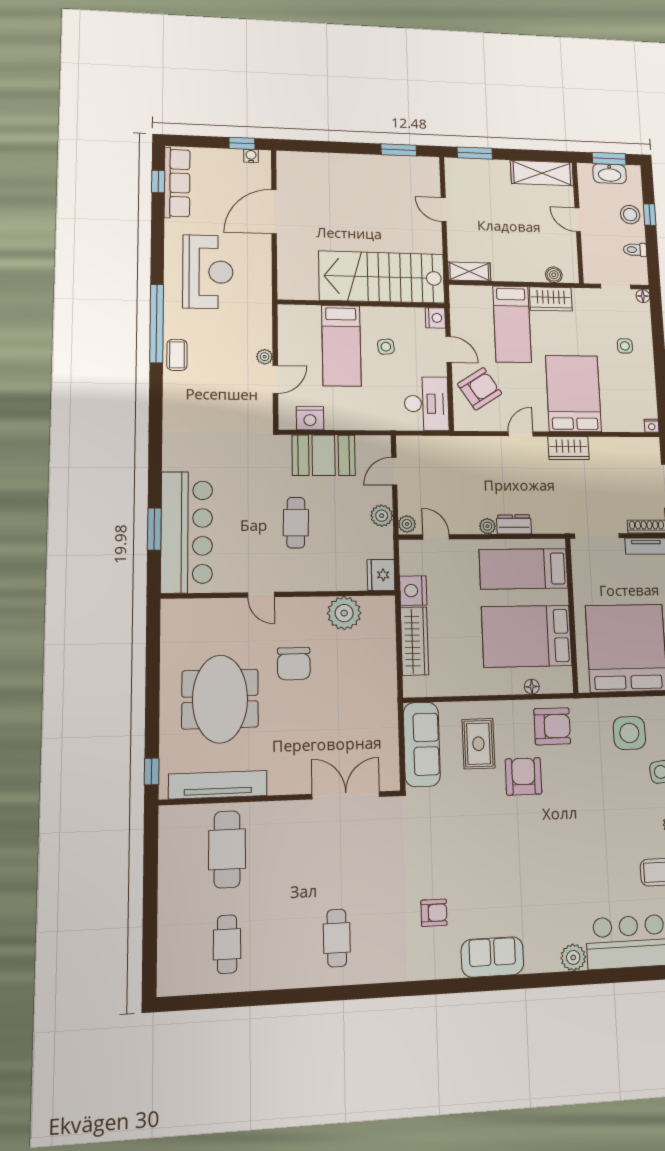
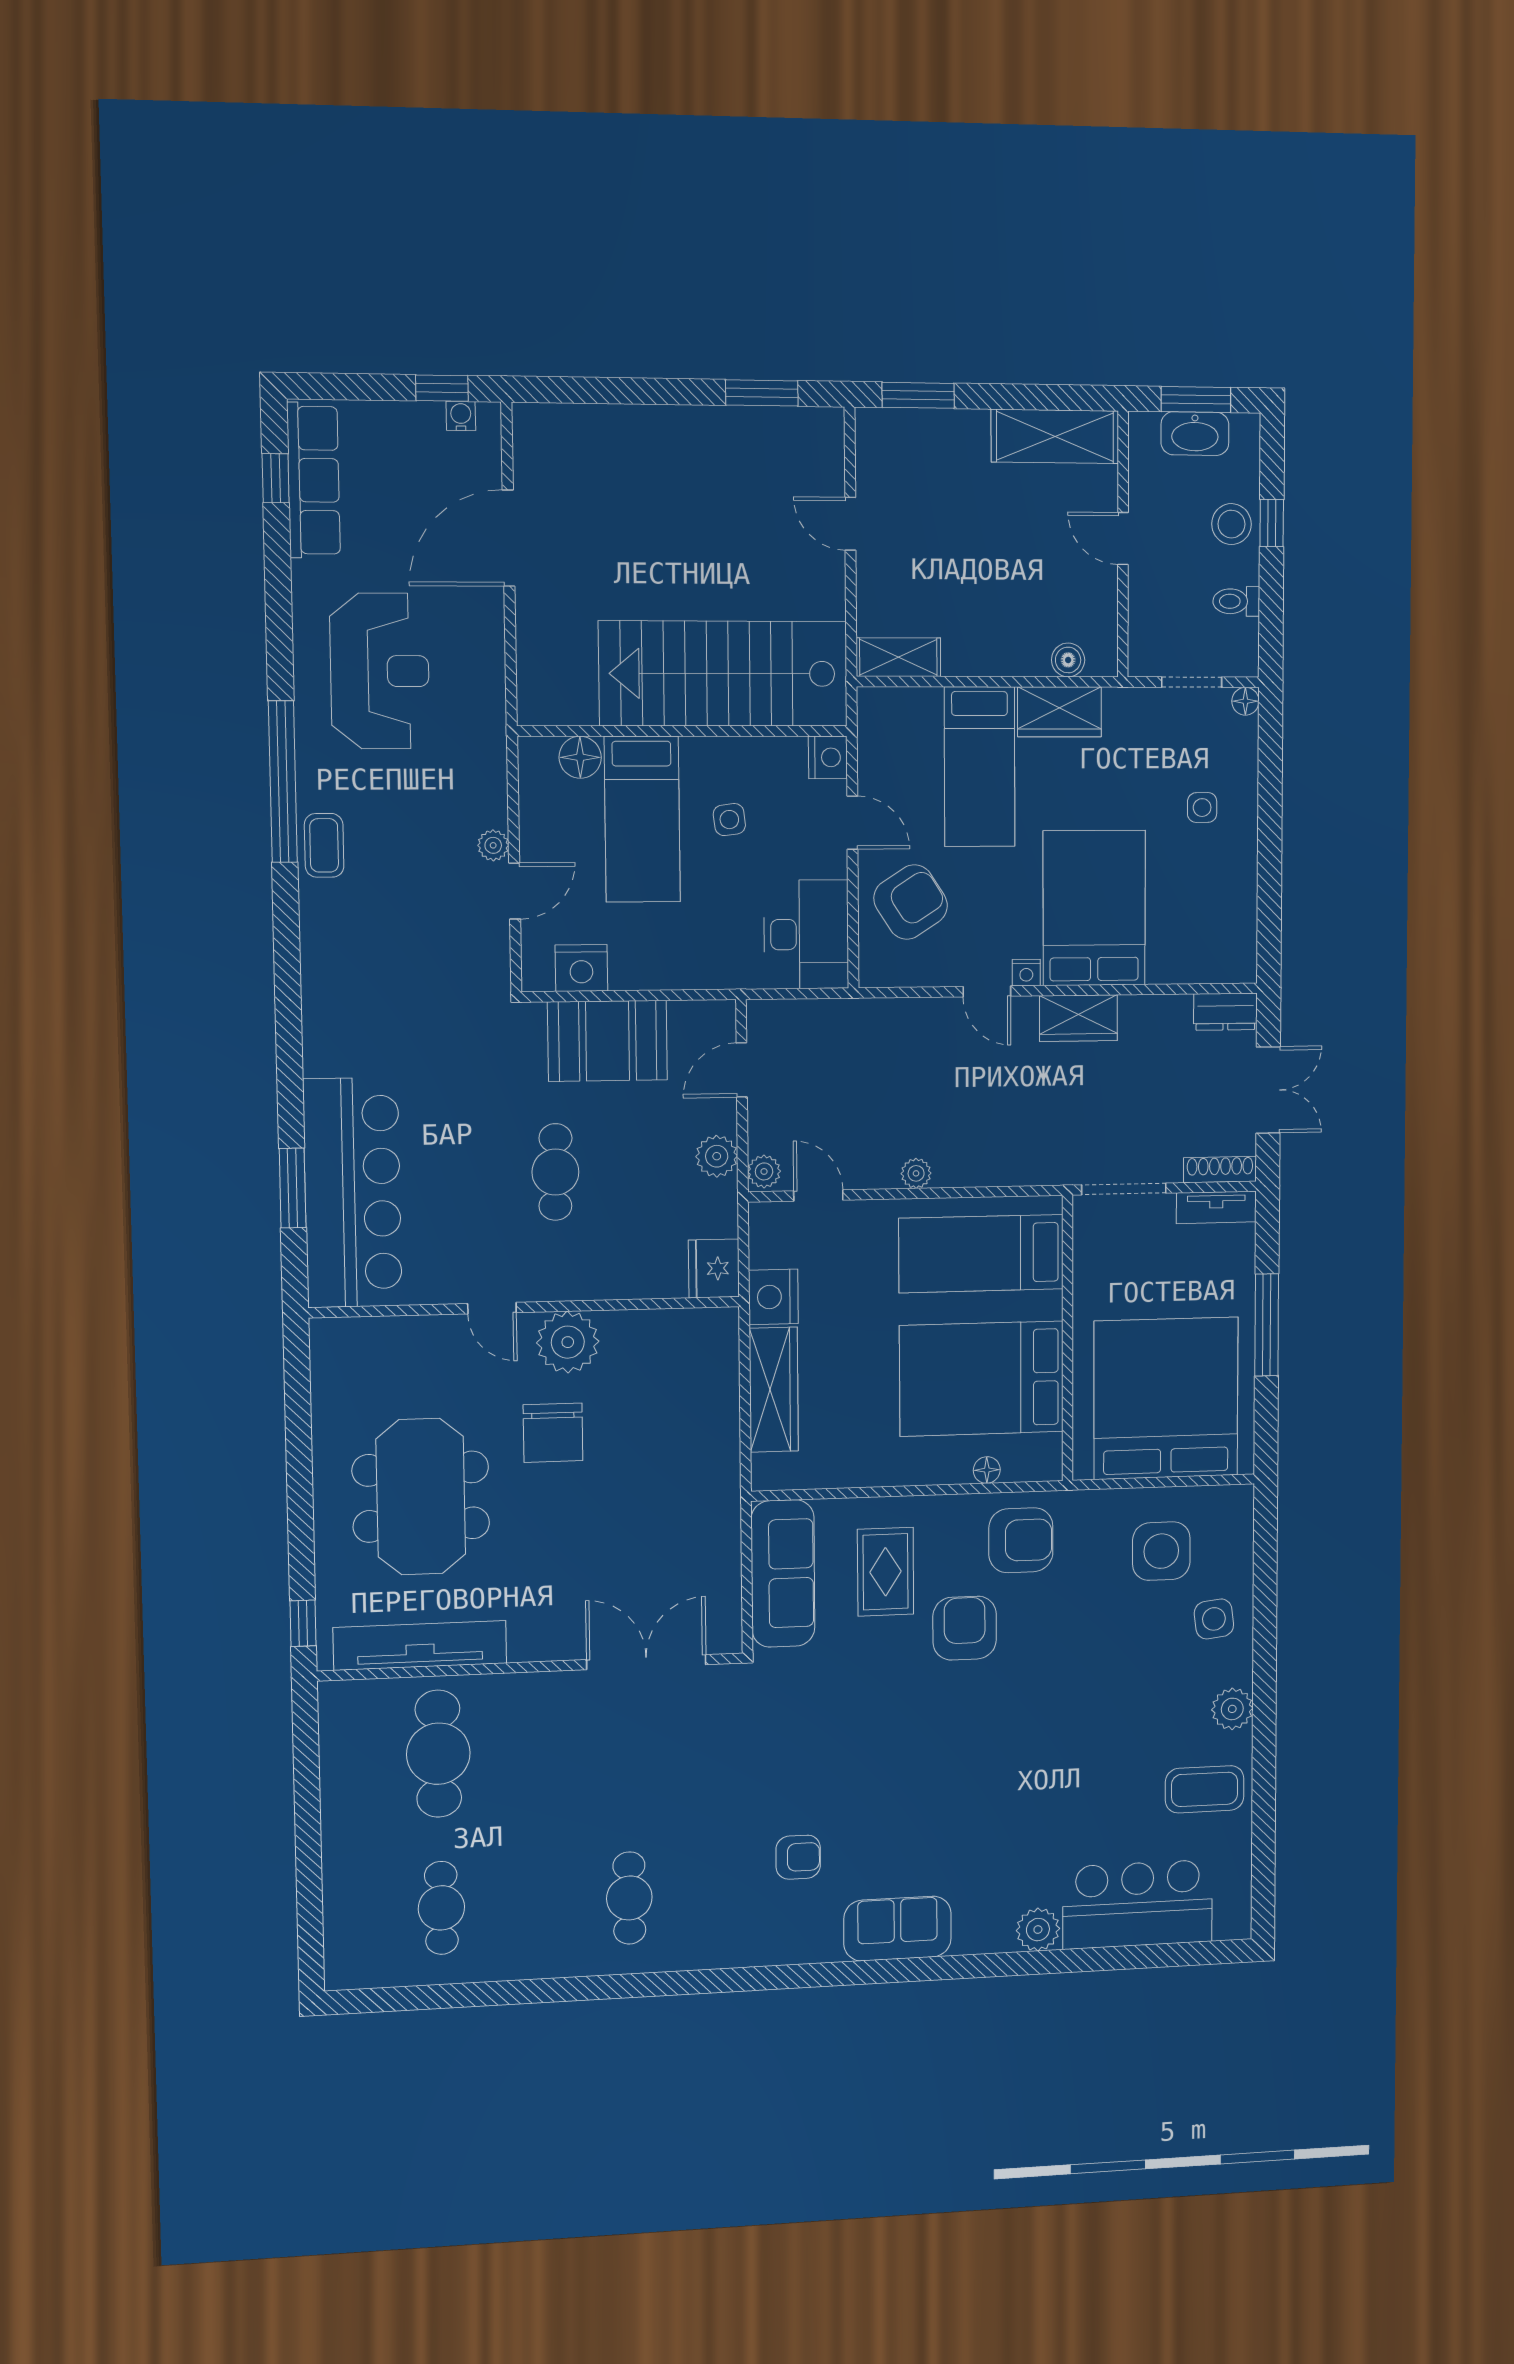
floor lamp: (310, 315) -> (580, 757), added
nightstand: (652, 426) -> (1026, 973), moved
door: (521, 434) -> (987, 991), swing flipped
dresser: (514, 524) -> (1225, 1012), moved, turned 180
plant: (344, 613) -> (568, 1342), moved

